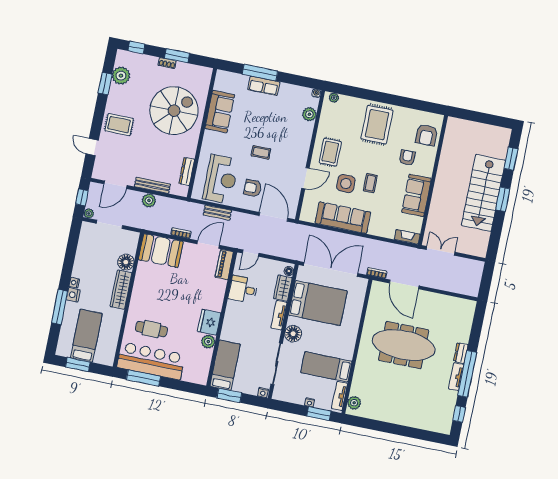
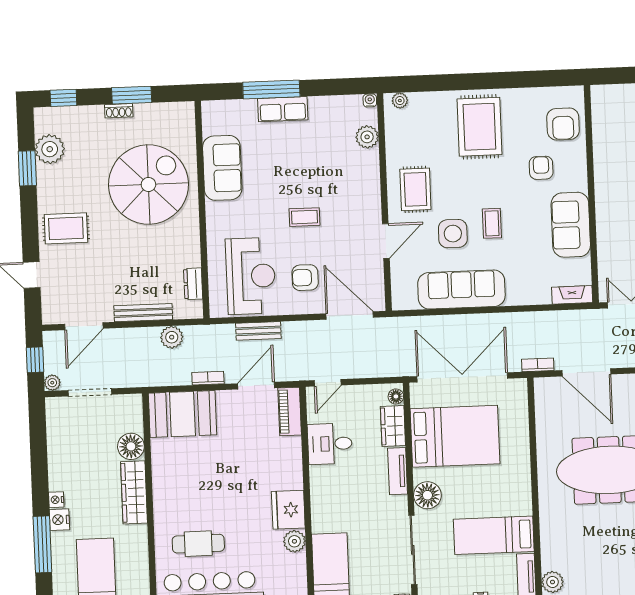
dresser: (187, 171) -> (193, 284), width x0.70
plant: (149, 200) -> (172, 337), moved

